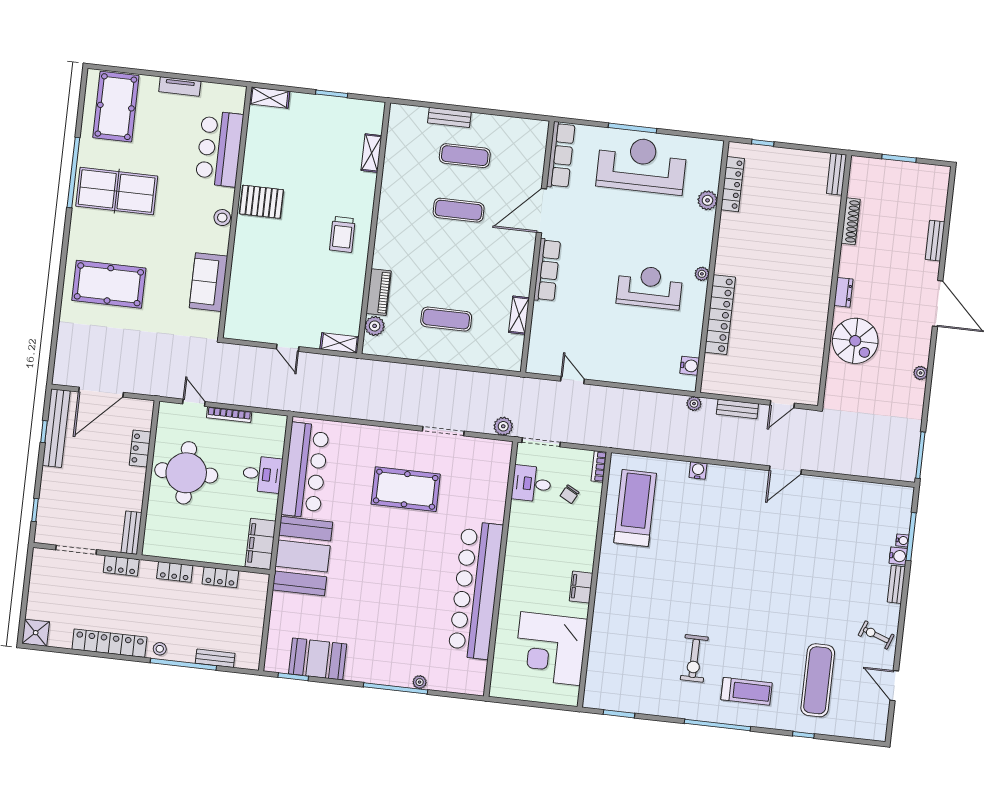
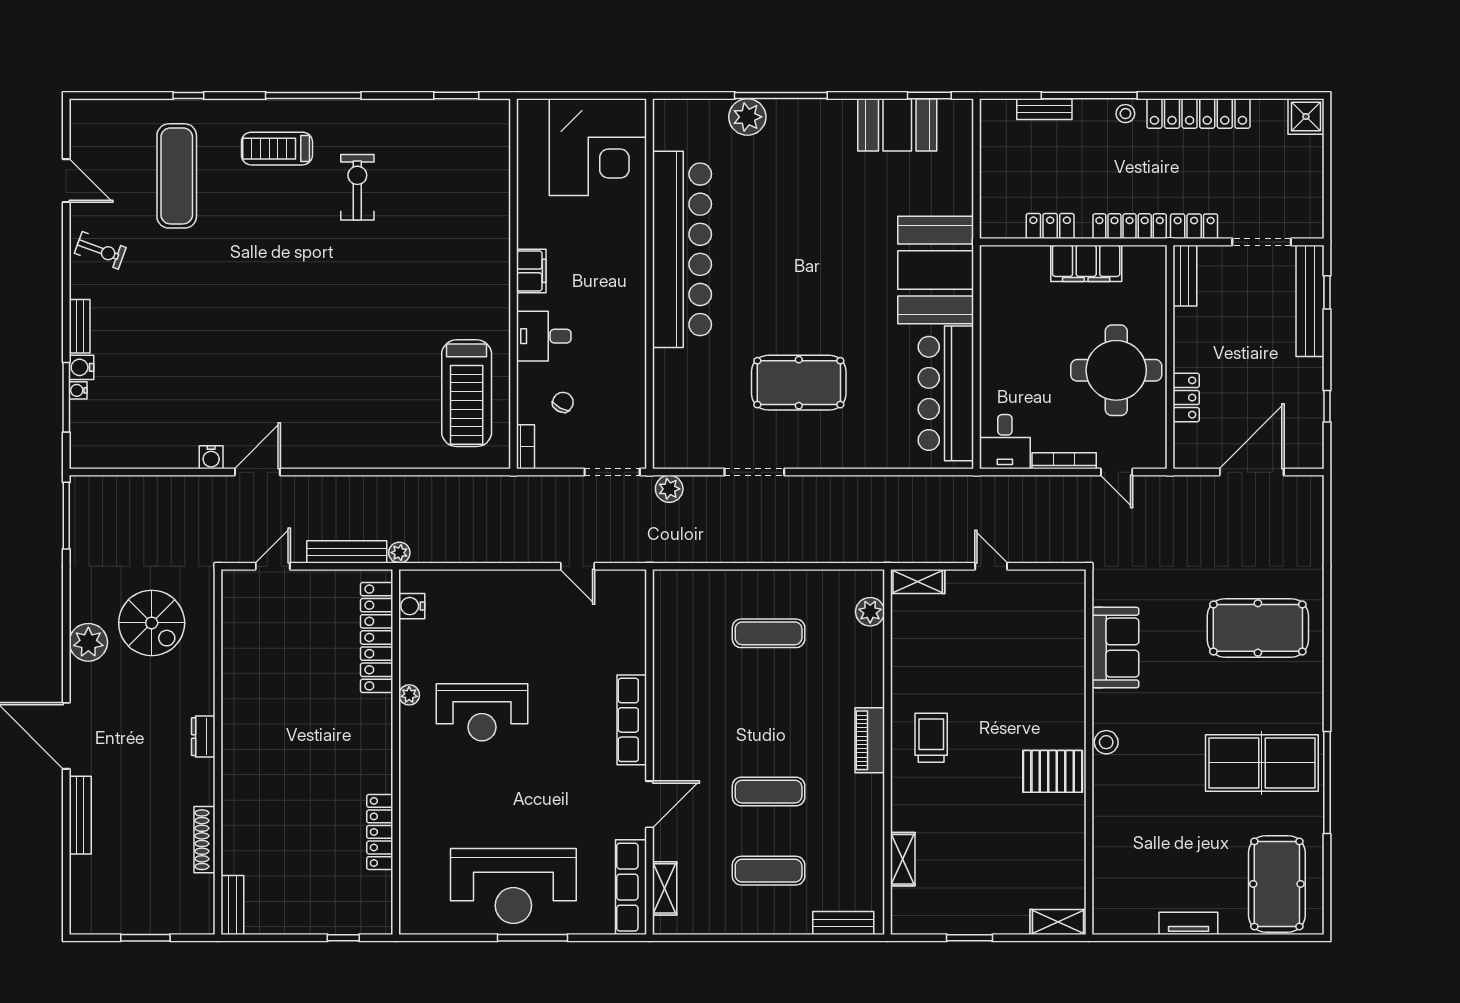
bench: (449, 117) -> (843, 923), moved
bar counter: (219, 149) -> (1122, 841), removed
locker: (733, 184) -> (380, 832), moved
plant: (708, 200) -> (413, 846), removed
door: (541, 211) -> (650, 804), width x0.73
bench: (935, 241) -> (80, 815), width x1.36
plant: (702, 274) -> (409, 695), moved
piano: (379, 292) -> (870, 740), moved
shelving: (519, 315) -> (665, 888), moved
locker: (720, 315) -> (377, 637), moved
spiral stairs: (855, 341) -> (152, 623), moved, turned 180
plant: (921, 373) -> (88, 642), width x1.87, depth x1.87
bench: (737, 409) -> (347, 552), width x1.36
bench: (56, 428) -> (1310, 301), moved
water cooler: (698, 470) -> (211, 457), moved
desk: (262, 474) -> (1005, 442), moved, turned -90
desk: (531, 484) -> (544, 336), moved, turned 180
filing cabinet: (261, 544) -> (1086, 263), moved, turned 90
locker: (175, 572) -> (1130, 226), width x1.53
corner desk: (550, 649) -> (598, 147), moved, turned 90
plant: (420, 682) -> (747, 117), width x1.88, depth x1.88

